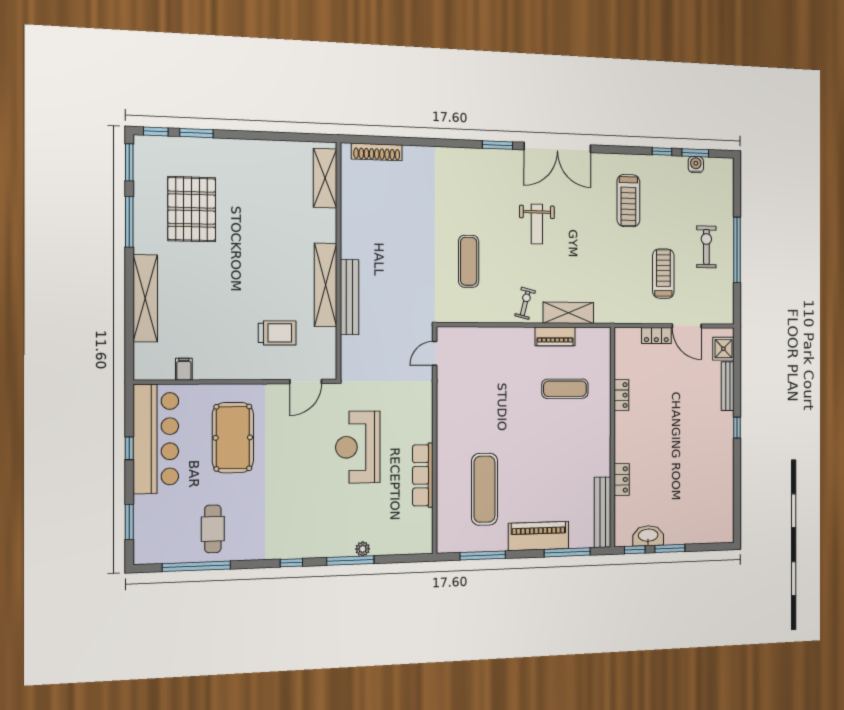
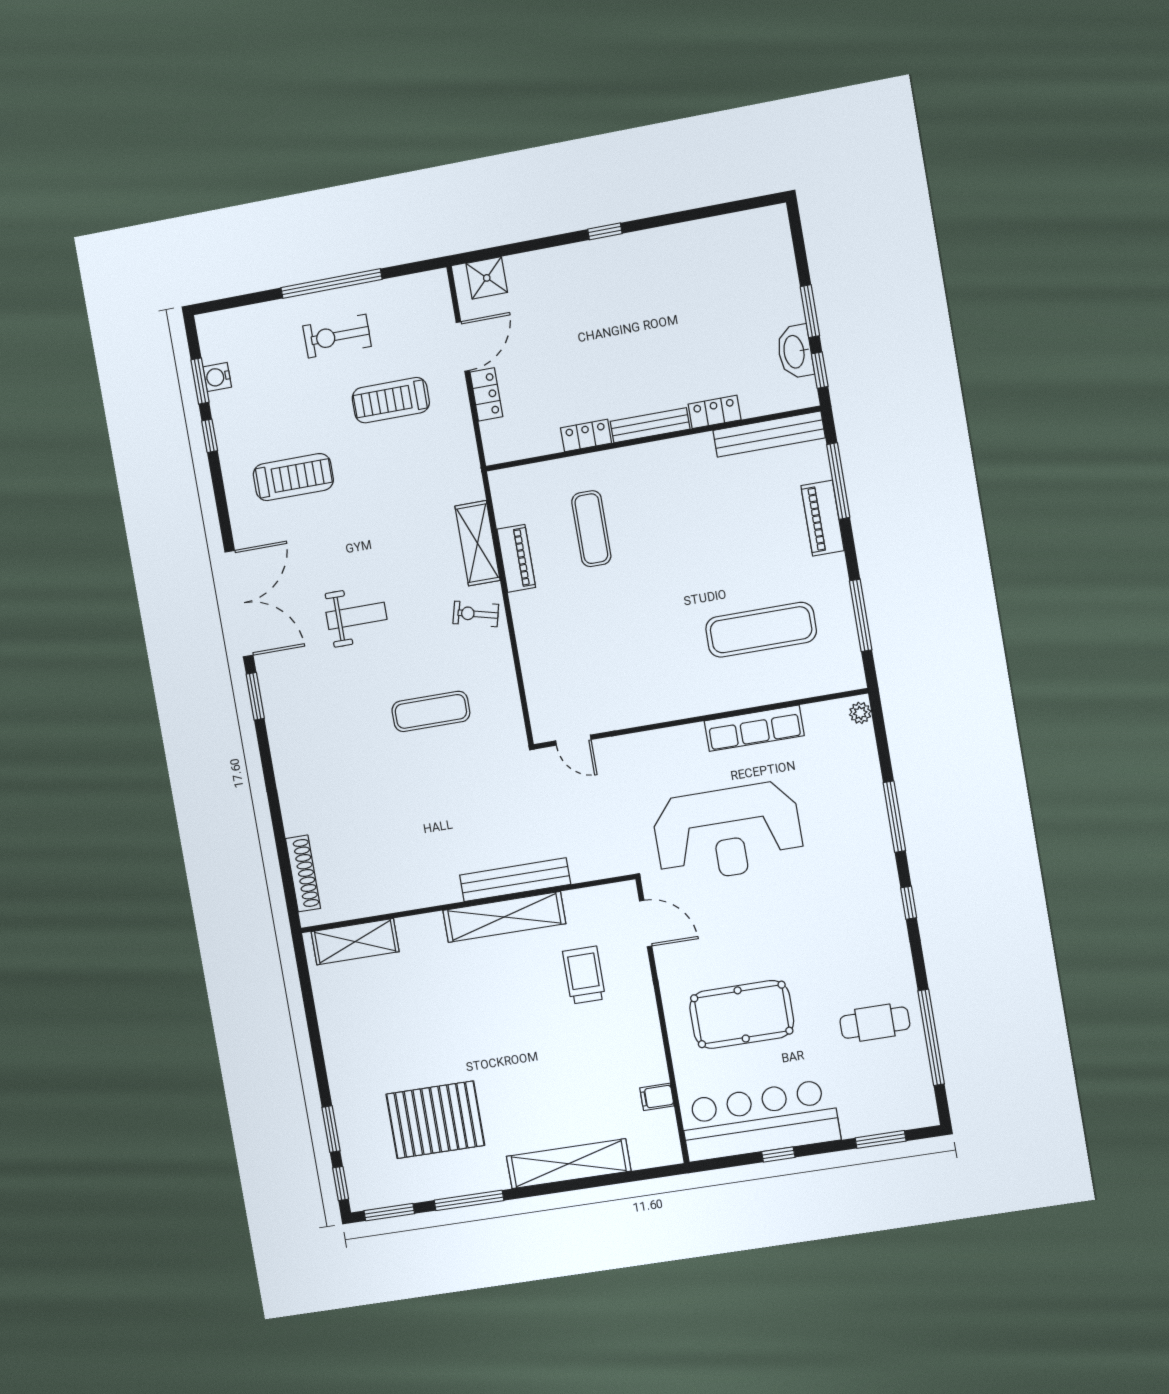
bench: (728, 386) -> (650, 425), moved
reception desk: (358, 447) -> (728, 832), width x1.36, depth x1.30
piano: (539, 536) -> (823, 518), width x0.73, depth x0.75
plant: (363, 549) -> (860, 713), moved

